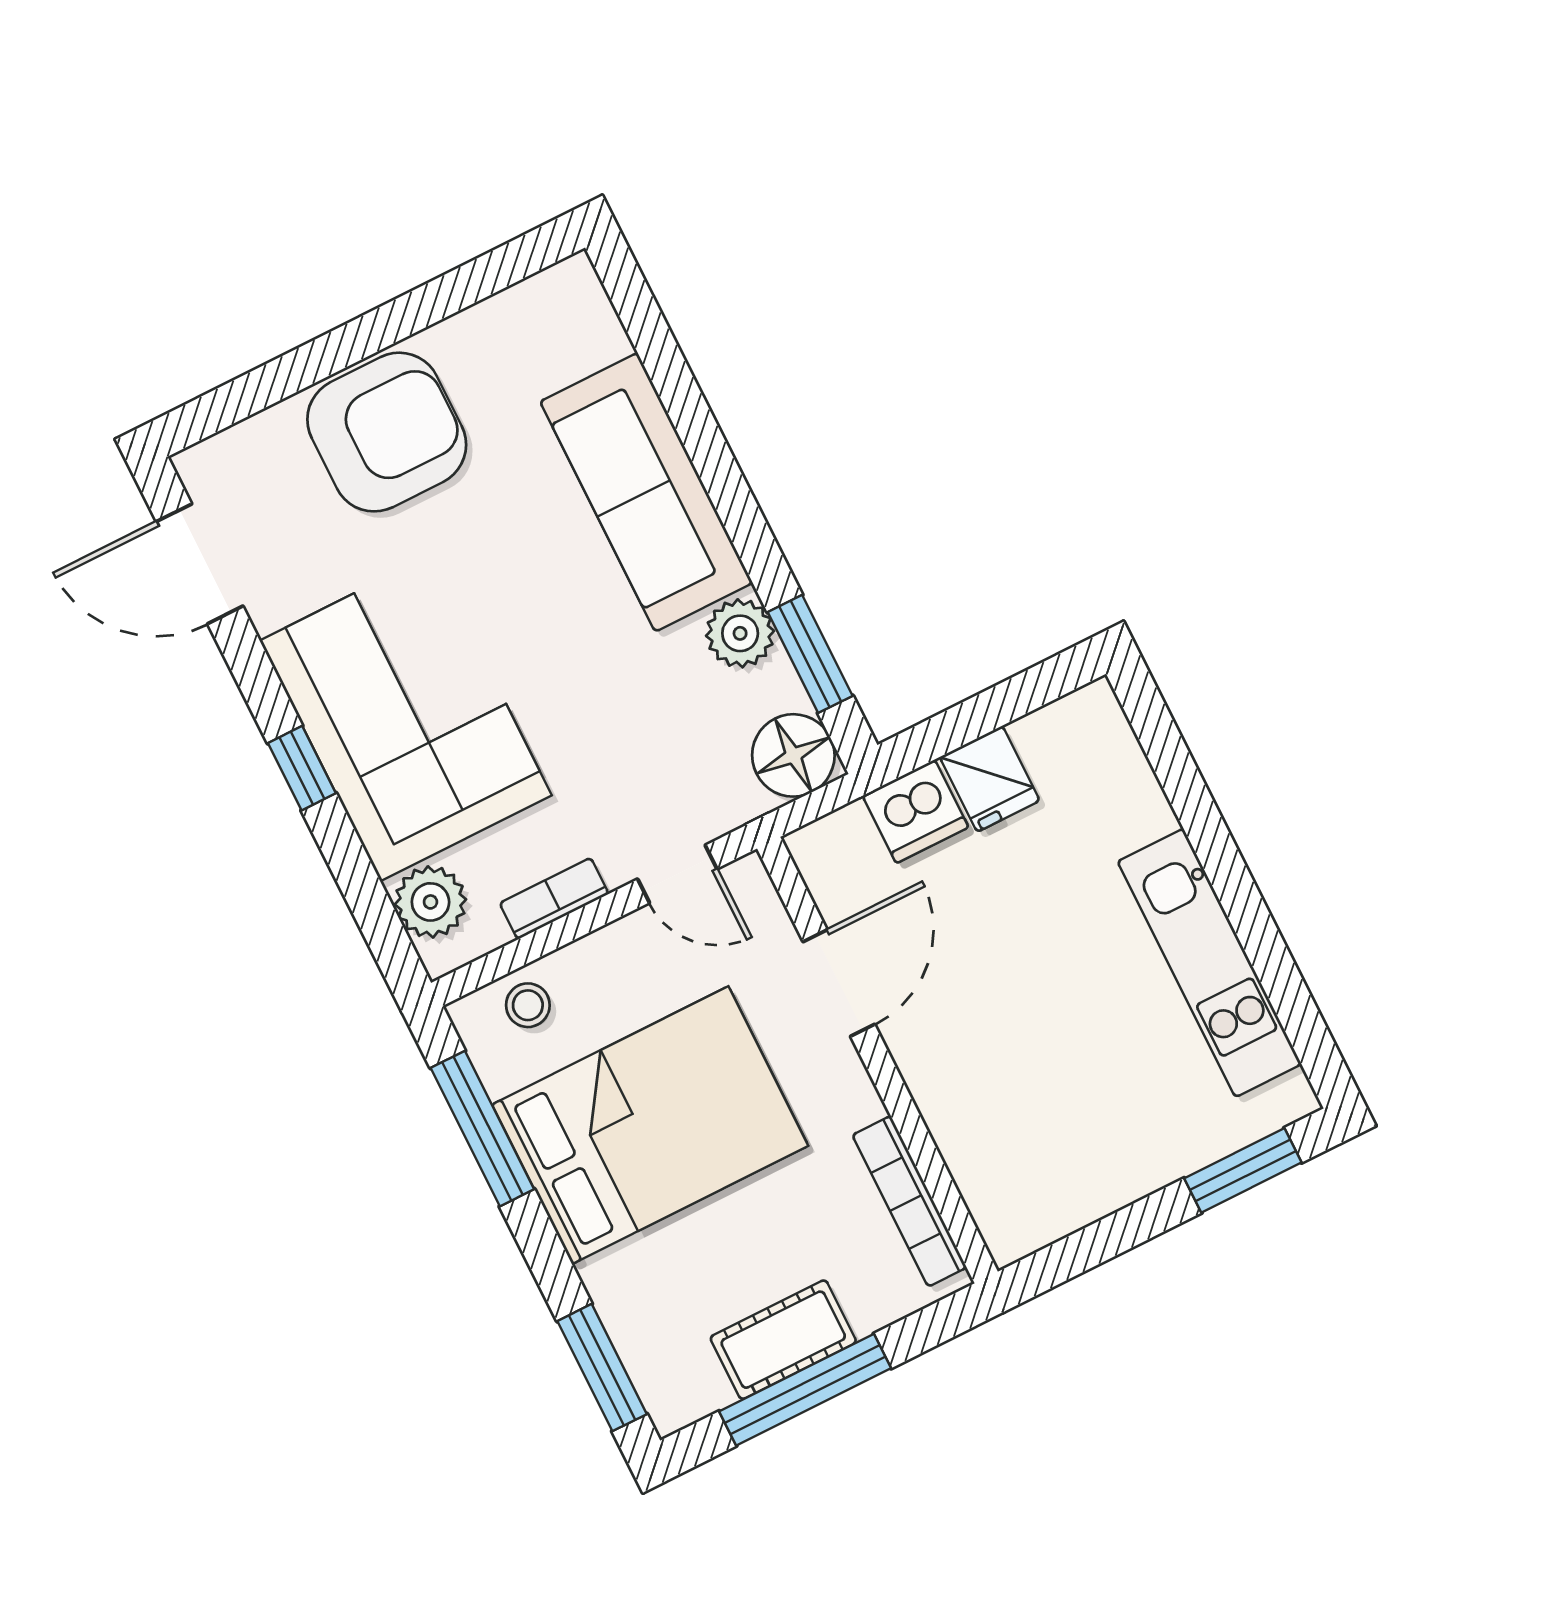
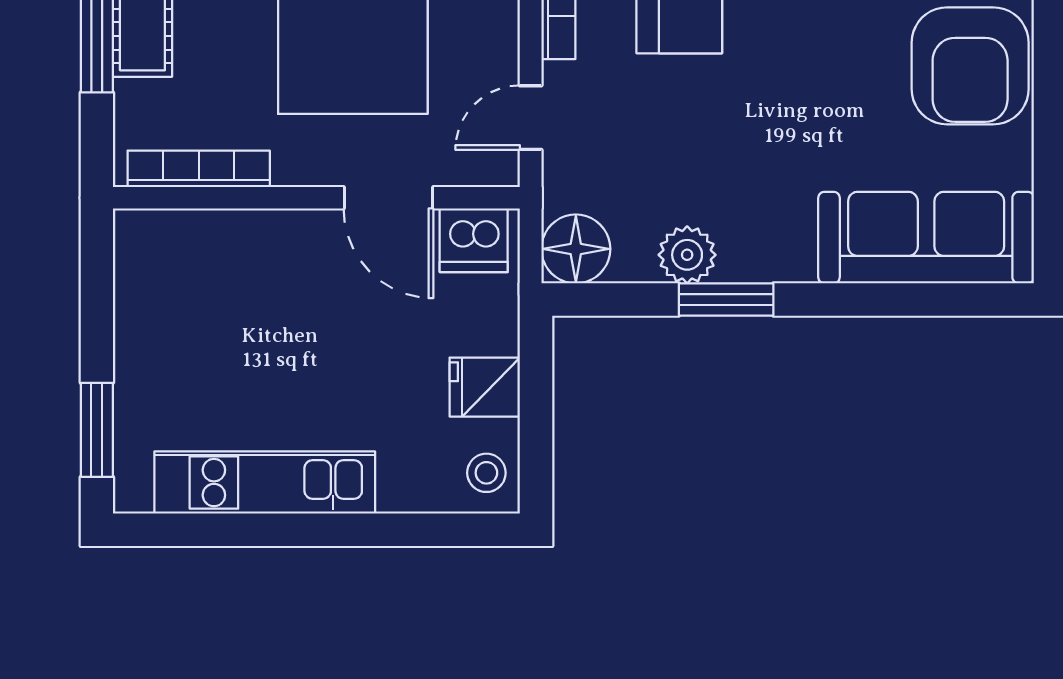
sofa: (646, 492) -> (926, 238), moved
window: (810, 654) -> (726, 300), moved
stool: (1080, 731) -> (486, 473), added
dishwasher: (916, 811) -> (474, 240), moved, turned -90

